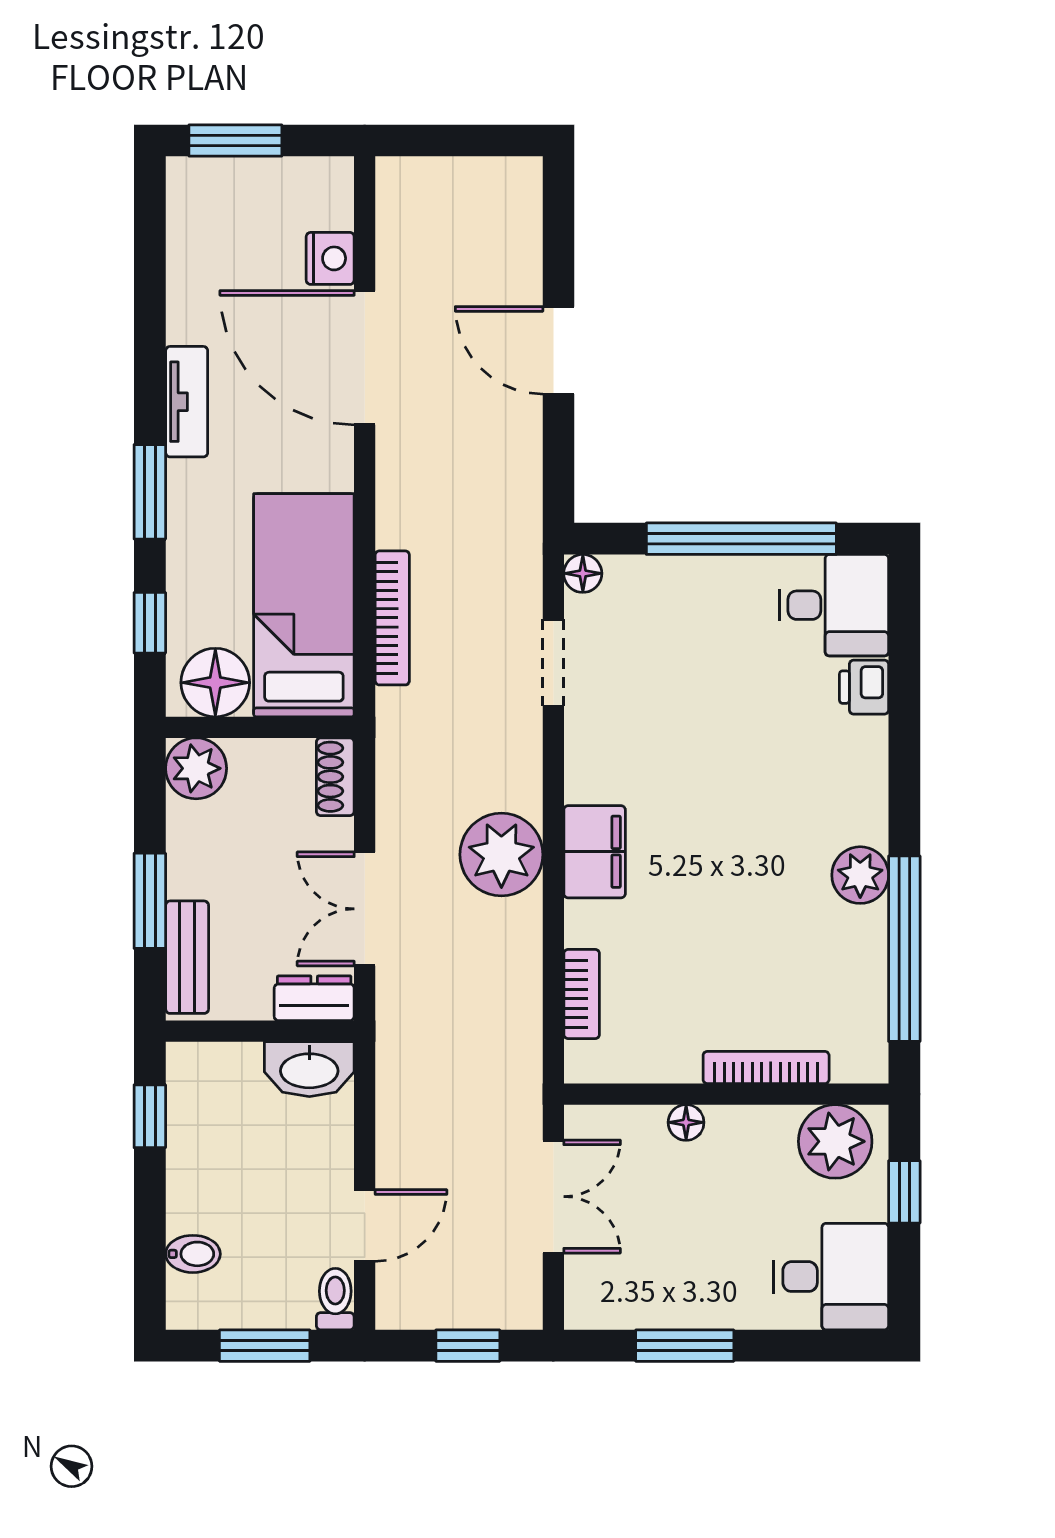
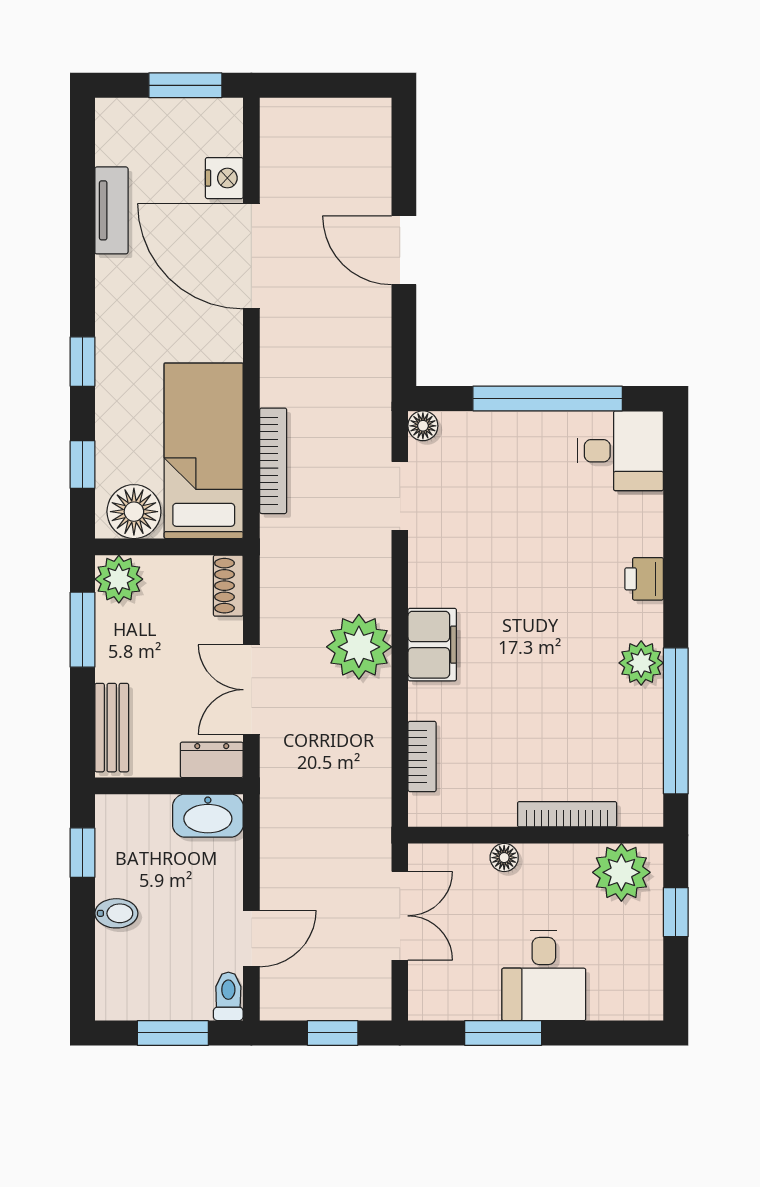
window: (235, 141) -> (185, 85), moved
tv unit: (187, 402) -> (111, 210), moved
window: (150, 492) -> (82, 362), width x0.67
printer: (864, 687) -> (644, 579), moved
window: (150, 901) -> (82, 630), moved
bidet: (193, 1254) -> (116, 913), moved
desk: (831, 1277) -> (544, 975), moved, turned 90

